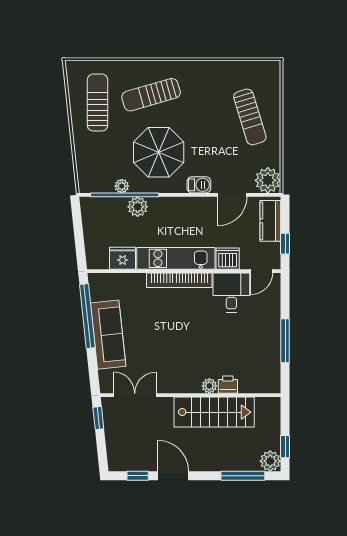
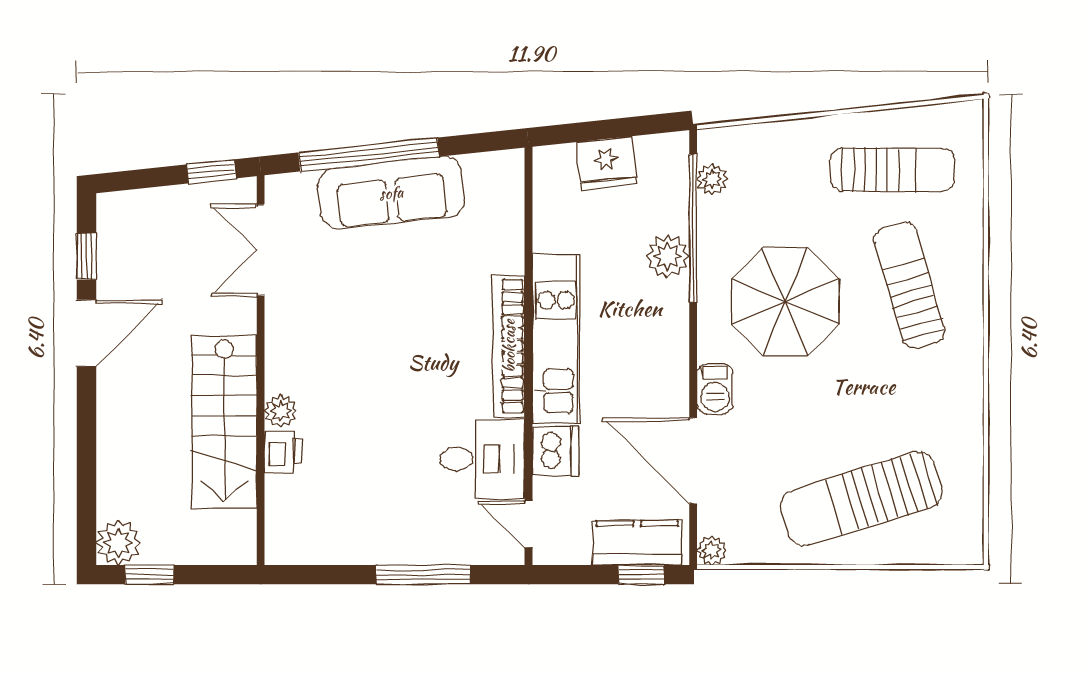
sun lounger: (250, 117) -> (862, 499), width x1.36, depth x1.34
plant: (268, 180) -> (712, 550), width x0.53, depth x0.53
plant: (122, 186) -> (712, 179), moved
door: (232, 195) -> (693, 461), width x1.36
window: (285, 244) -> (641, 575), moved
fridge: (123, 258) -> (607, 163), moved, turned 84
window: (87, 316) -> (369, 155), moved
window: (285, 341) -> (423, 575), moved
double door: (135, 395) -> (261, 250), swing flipped
window: (243, 476) -> (87, 484), removed

